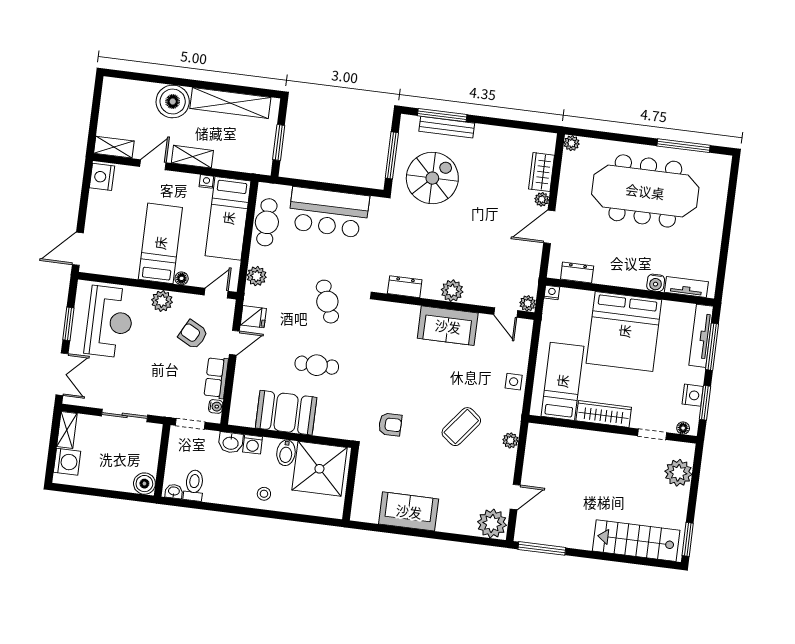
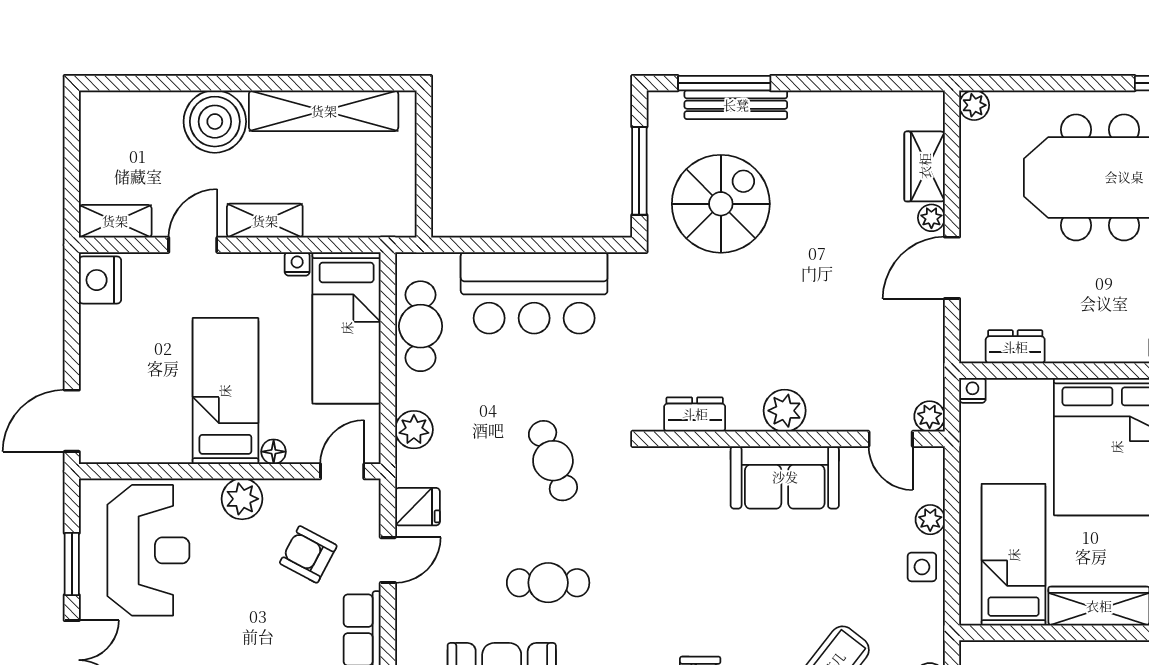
window: (279, 142) -> (424, 173), removed
plant: (521, 357) -> (930, 520), added

